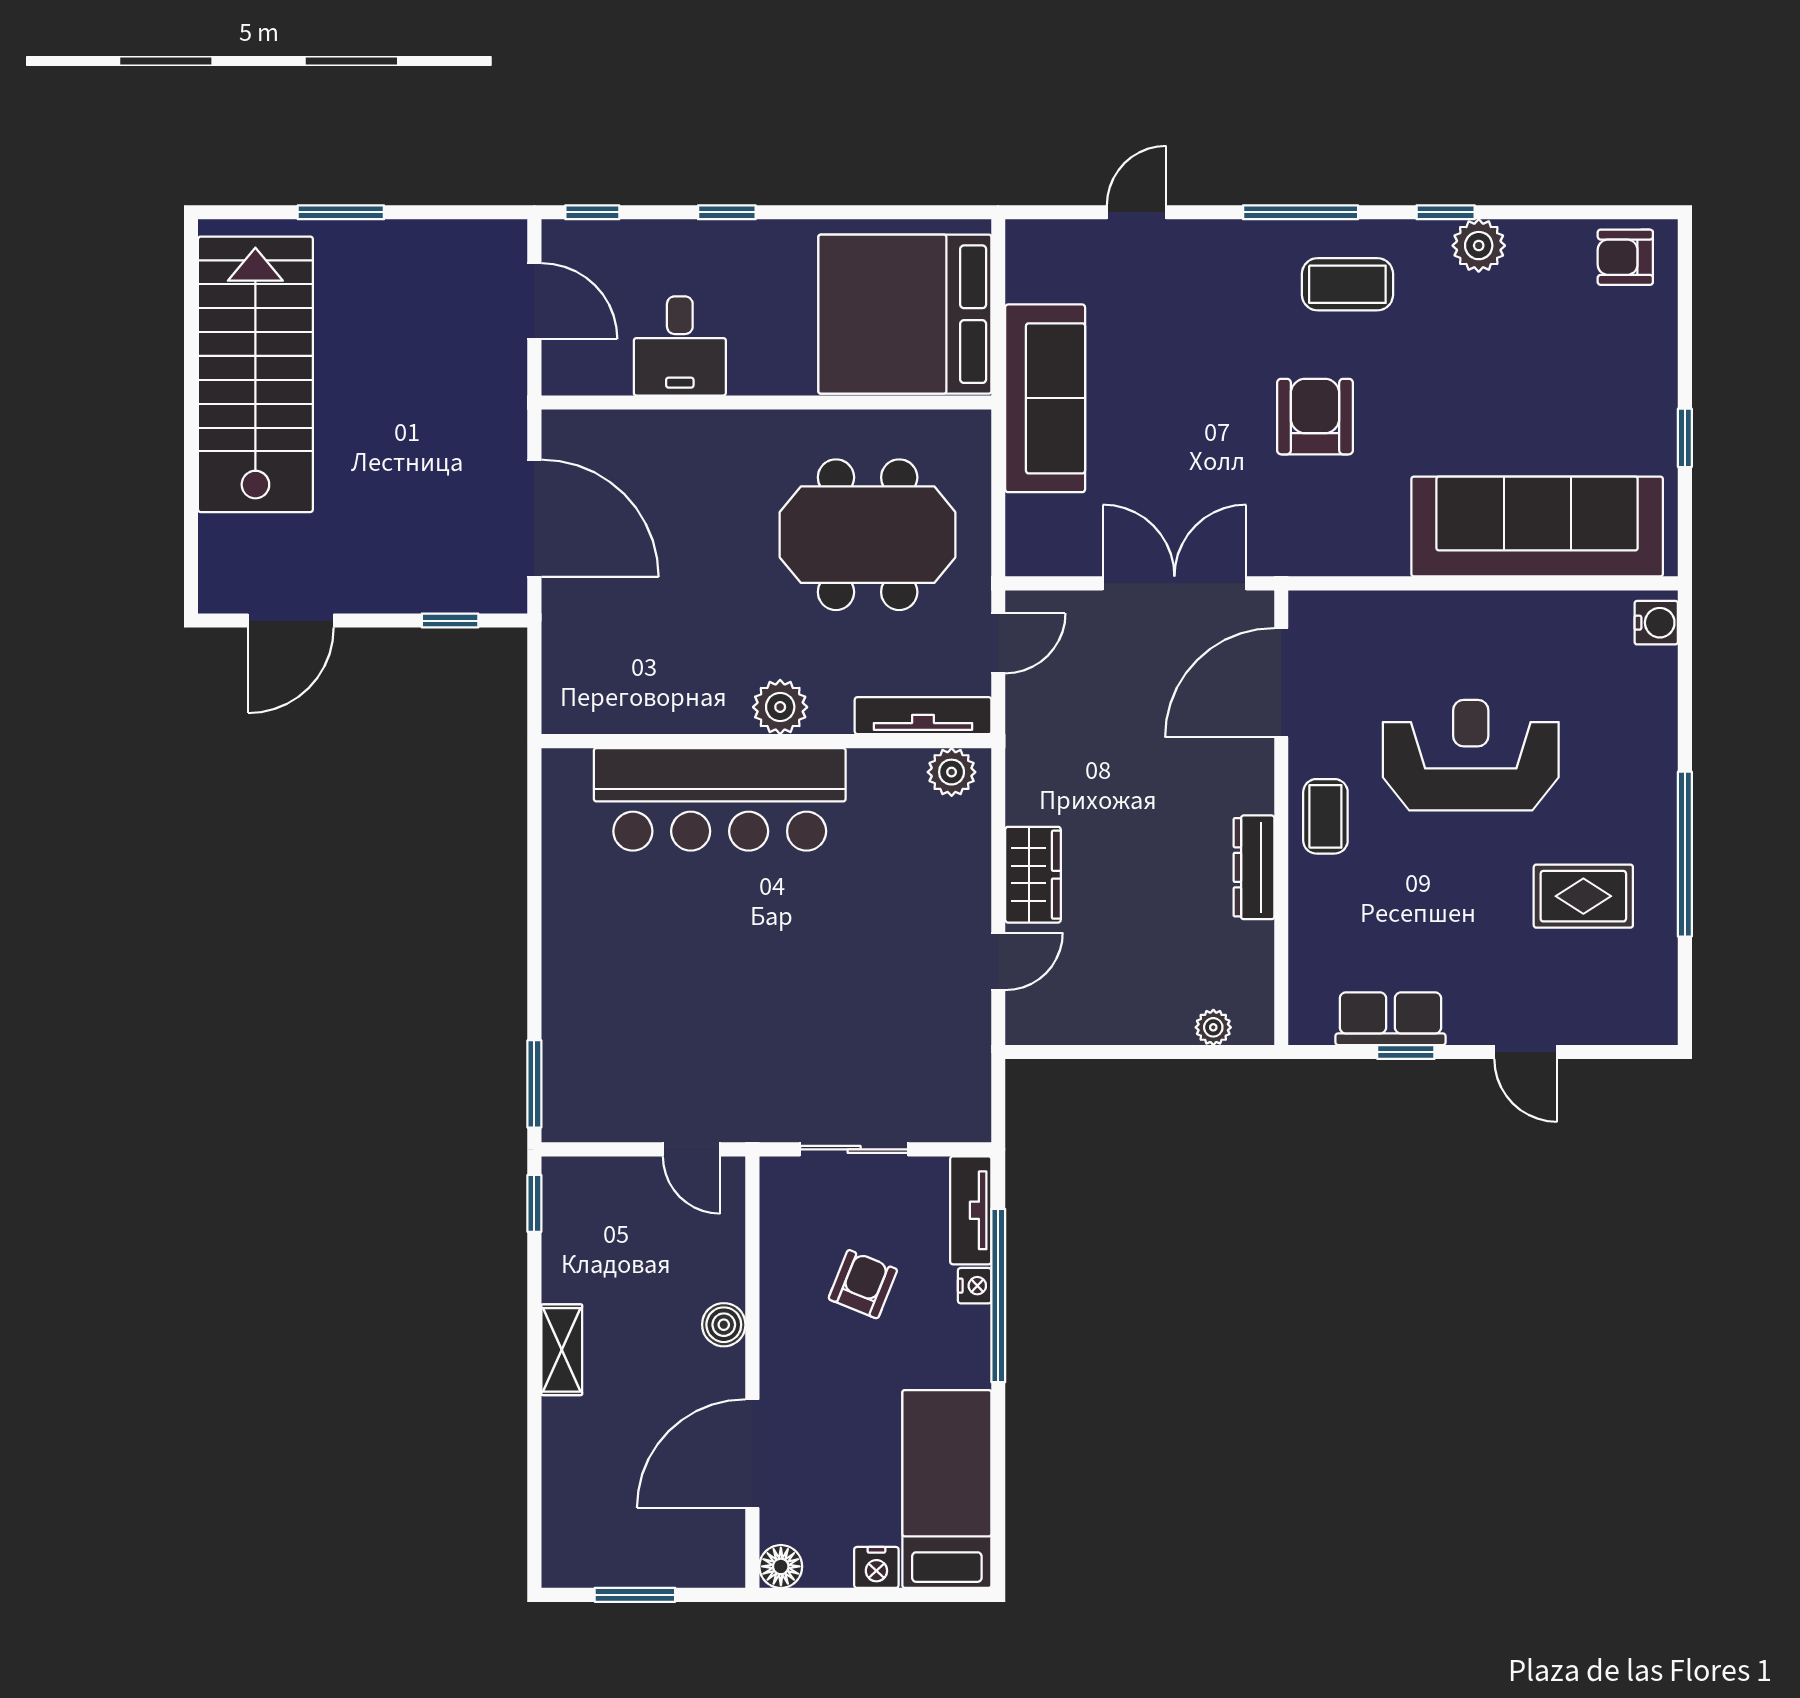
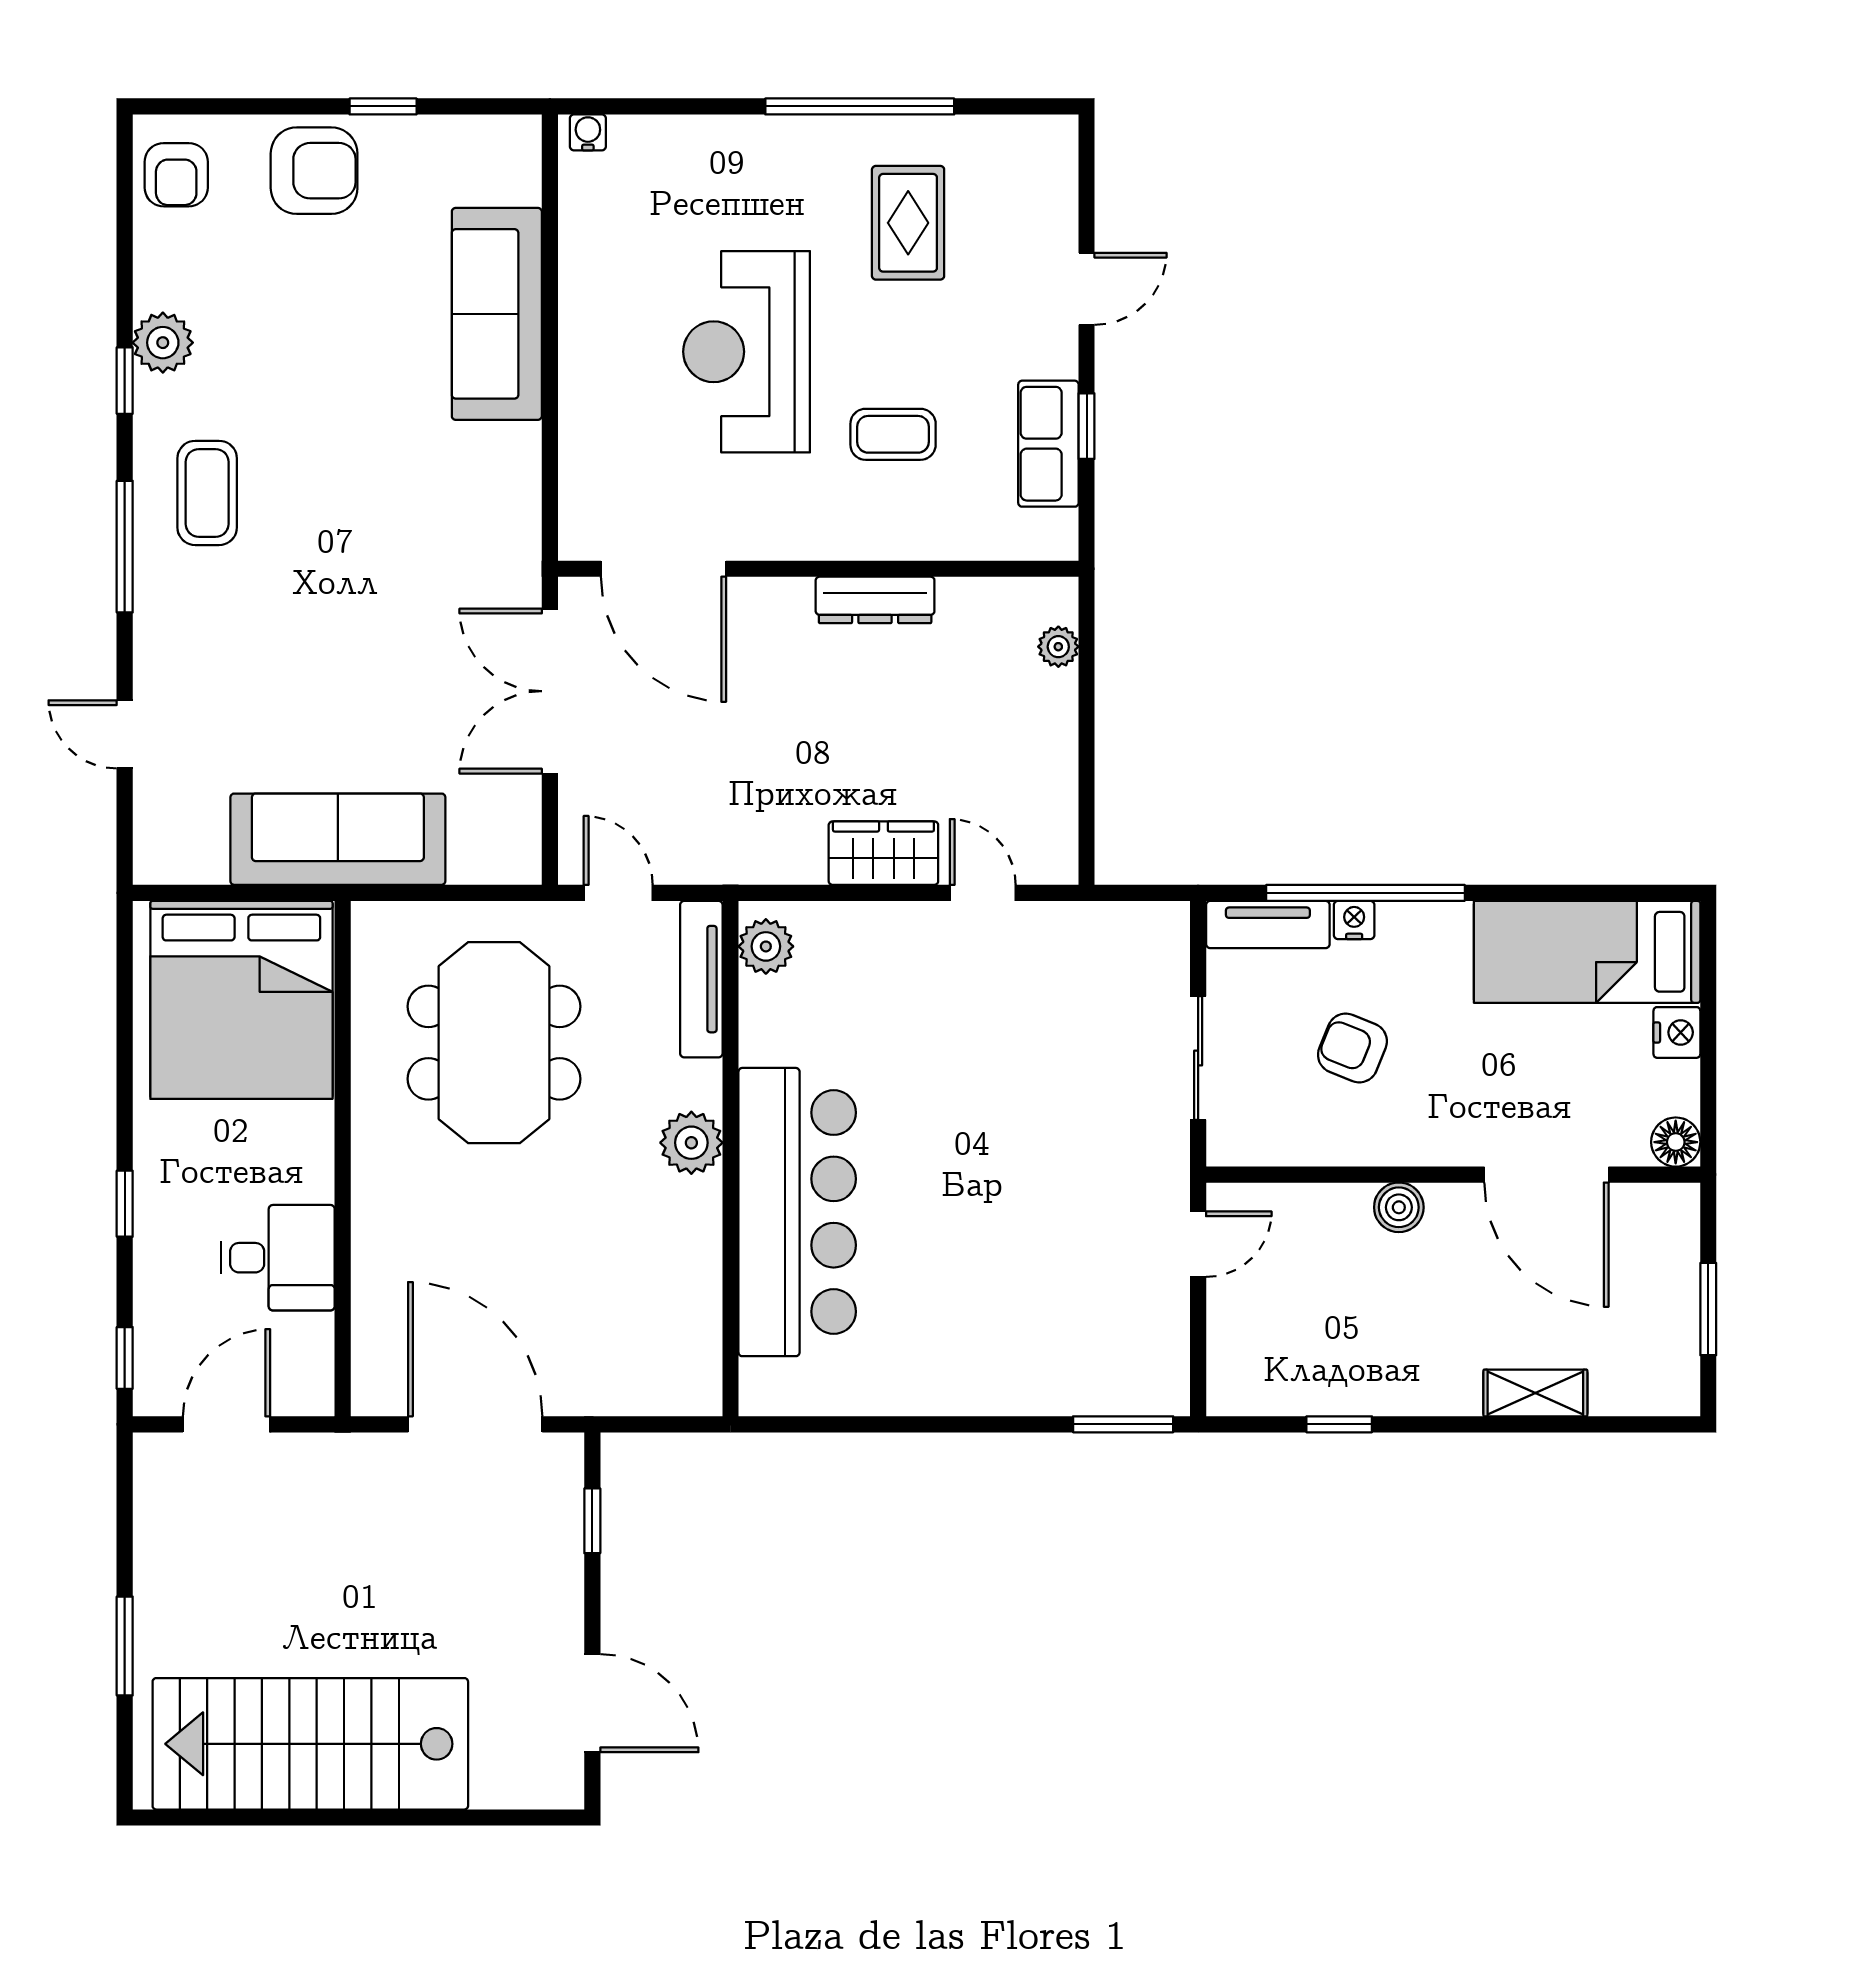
armchair: (1315, 417) -> (314, 171), moved, turned 180
door: (534, 518) -> (475, 1424), hinge flipped
sofa: (1537, 527) -> (497, 314), width x0.74, depth x0.79
water cooler: (1656, 623) -> (588, 132), width x0.72, depth x0.72
coffee table: (1325, 816) -> (893, 434), moved
window: (534, 1203) -> (1339, 1424), moved
shelving: (562, 1350) -> (1535, 1393), moved

